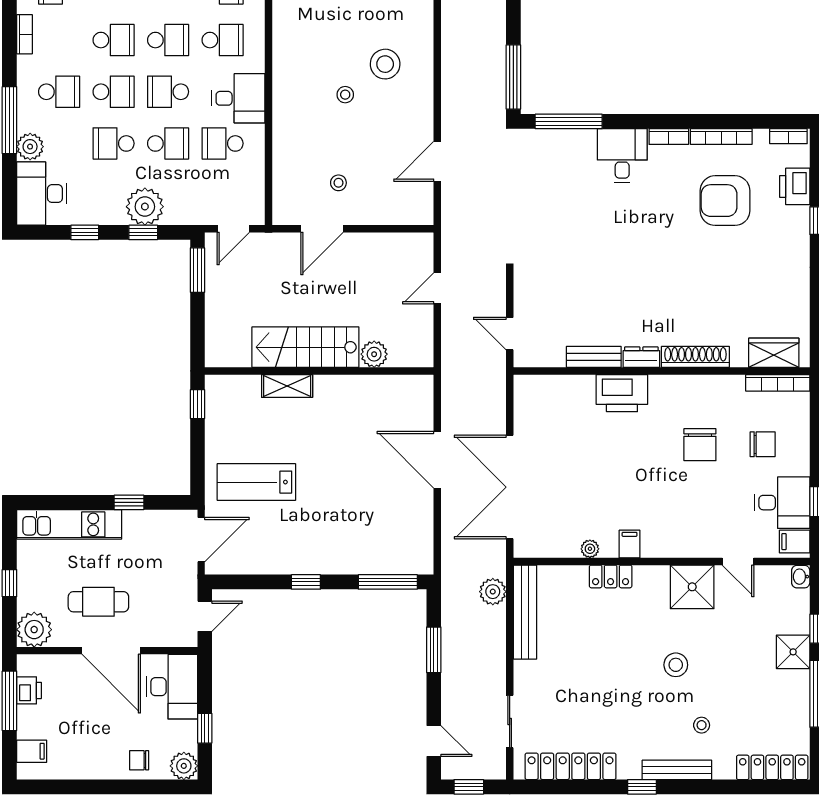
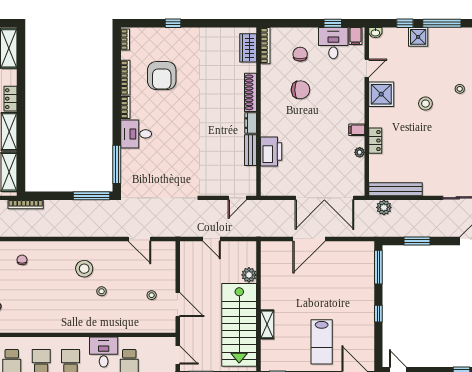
printer: (795, 186) -> (154, 36), removed
stairs: (305, 347) -> (239, 325), width x1.36, depth x1.51
printer: (622, 393) -> (271, 151), moved

